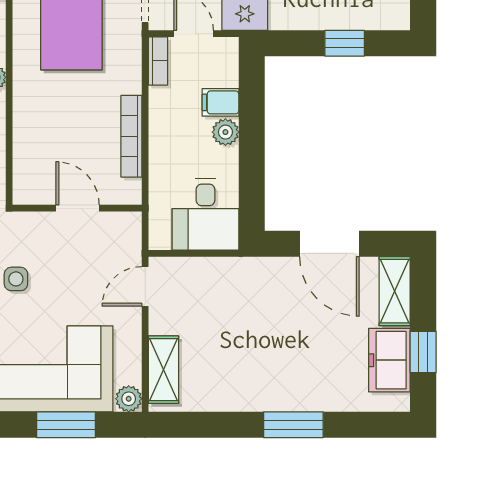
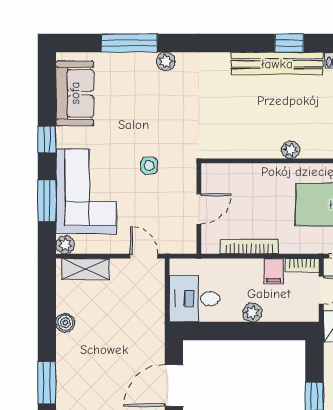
filing cabinet: (220, 102) -> (274, 271), moved, turned 180
boiler: (240, 399) -> (65, 323), added
window: (293, 425) -> (47, 383), moved

